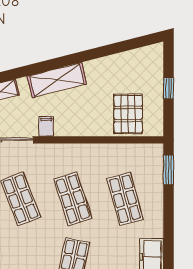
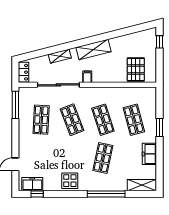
window: (169, 88) -> (160, 42), moved
window: (169, 170) -> (160, 127), moved

